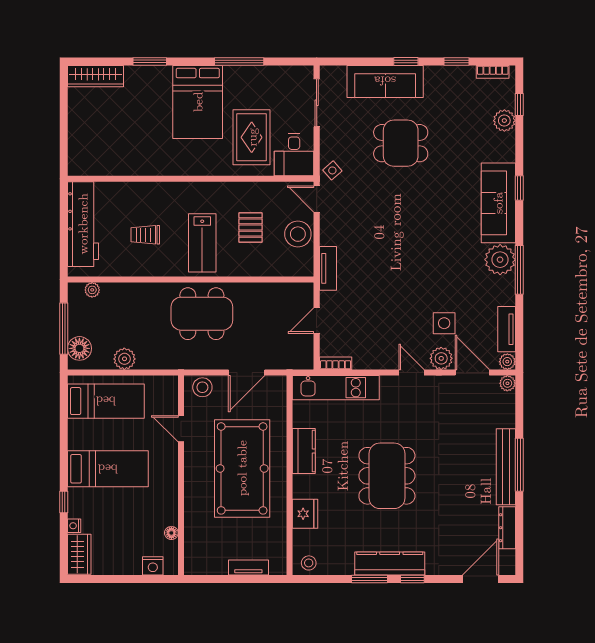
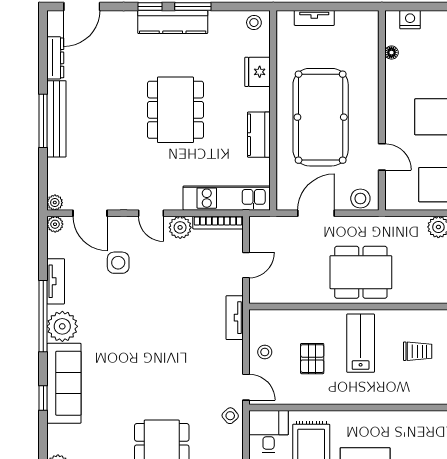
stool: (298, 234) -> (265, 352), width x0.53, depth x0.53
window: (519, 270) -> (43, 316), width x1.46
tv unit: (507, 329) -> (56, 281), moved
plant: (441, 358) -> (180, 227), moved
bookcase: (336, 363) -> (218, 223), width x1.56

